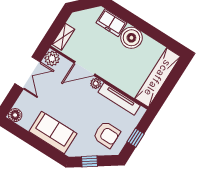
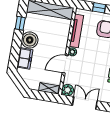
window: (156, 35) -> (20, 23), added
door: (84, 68) -> (65, 64), swing flipped

